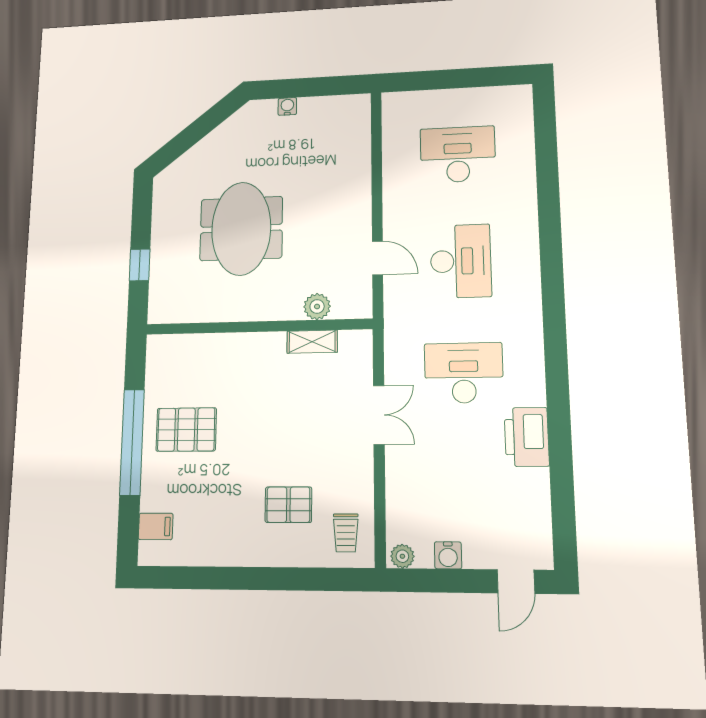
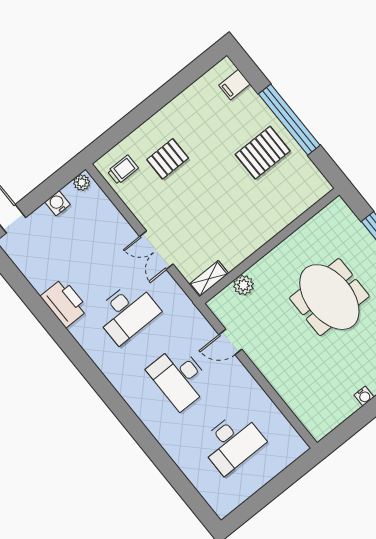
shelving: (312, 342) -> (209, 279), moved
trolley: (346, 533) -> (123, 170), turned 90

